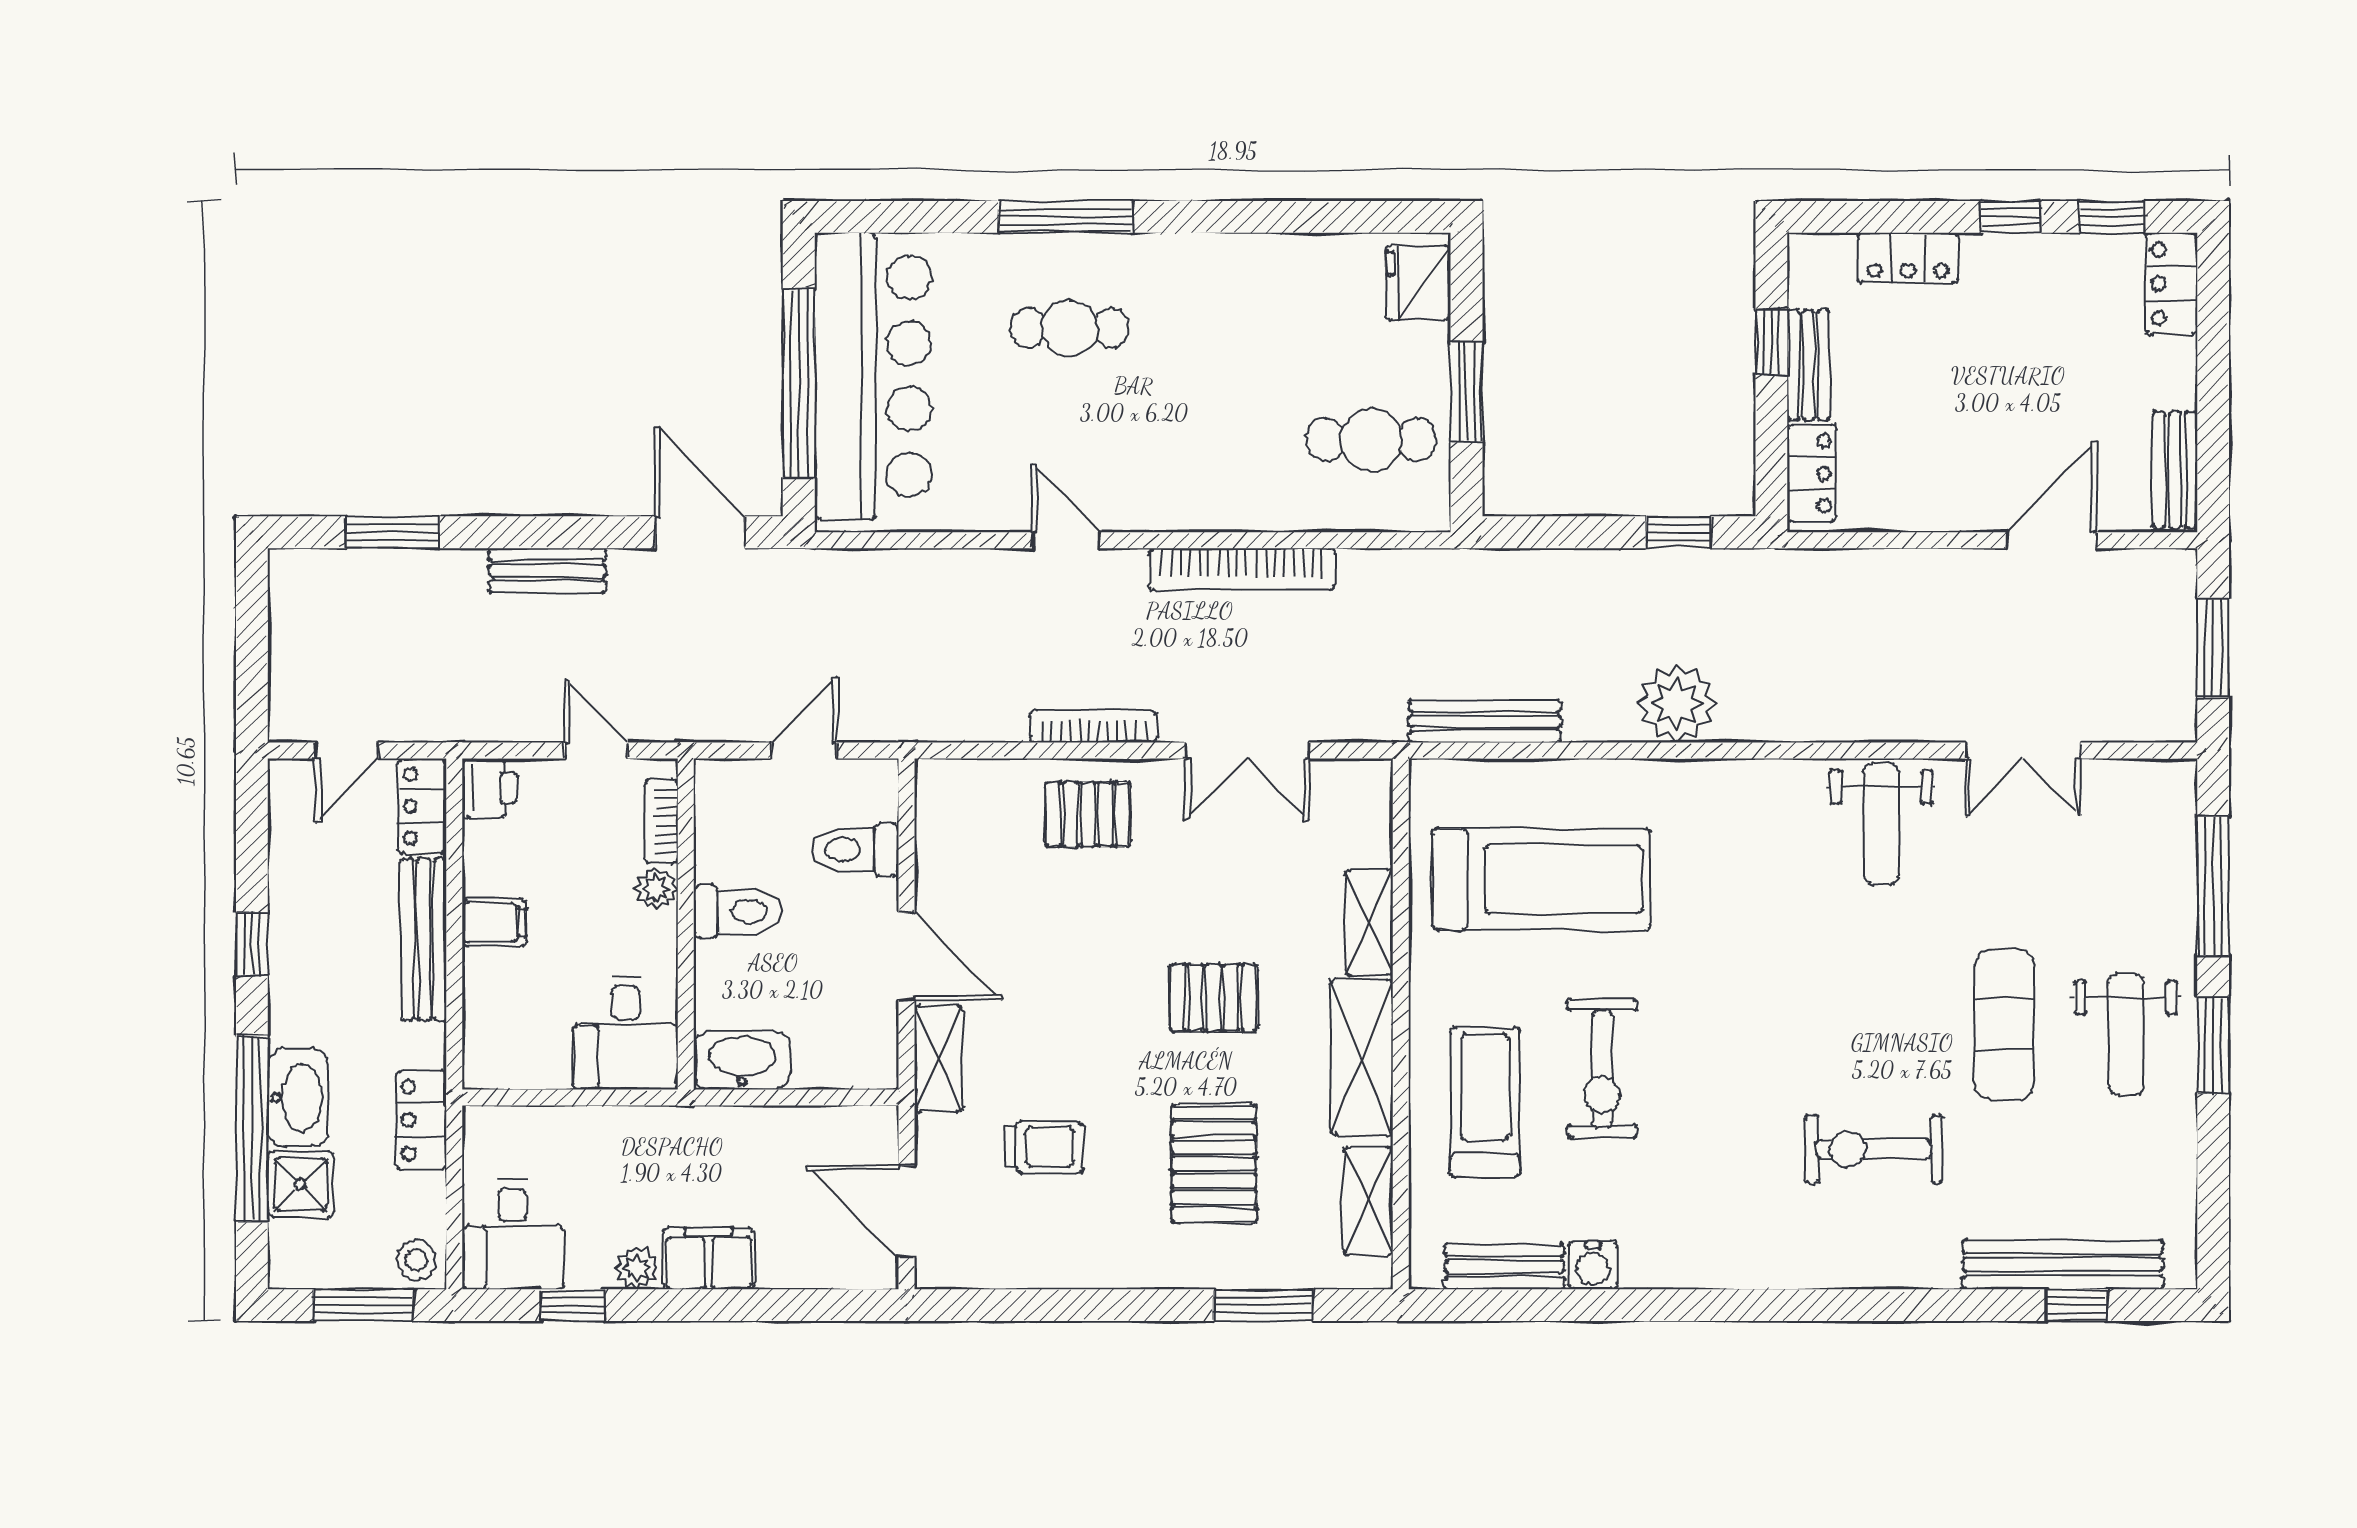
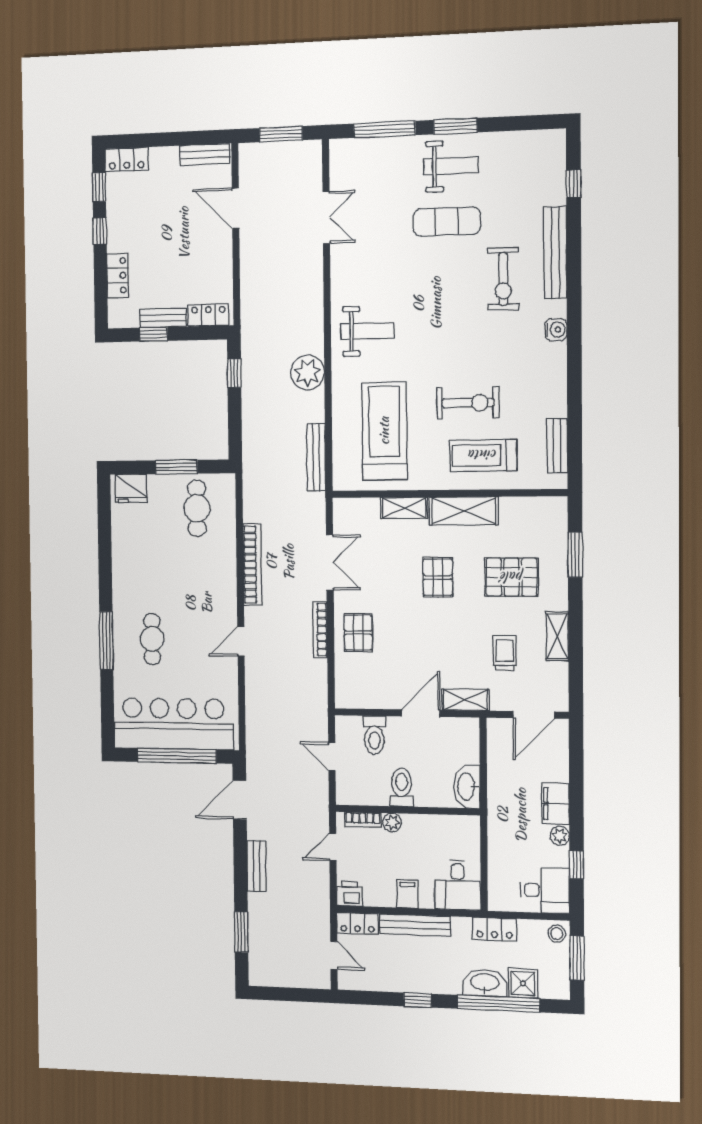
weight bench: (1881, 824) -> (367, 331), moved
desk: (626, 1033) -> (458, 885), moved, turned 90
shelving: (1368, 1201) -> (557, 636), moved, turned 90
bench: (2063, 1264) -> (555, 253), moved
water cooler: (1593, 1265) -> (556, 330), moved

